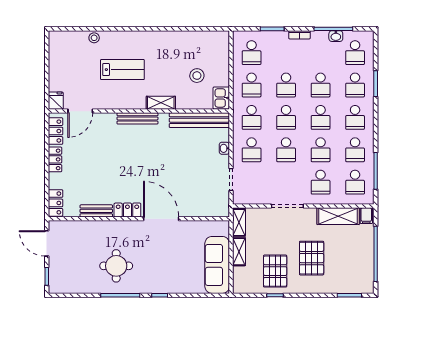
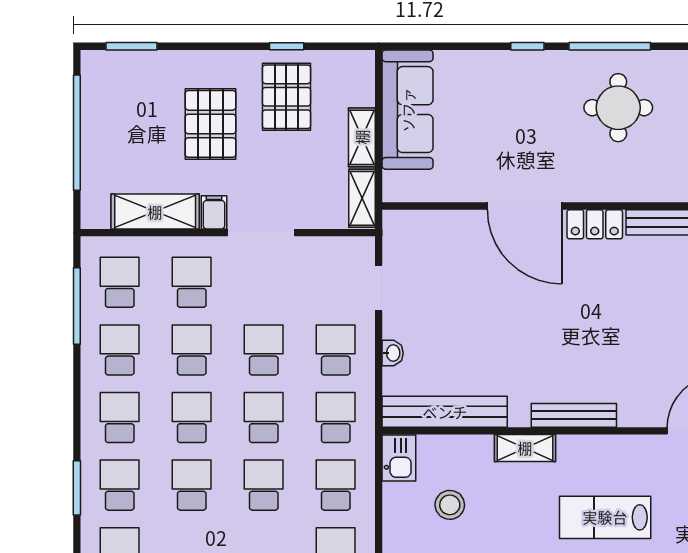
filing cabinet: (366, 216) -> (214, 212), moved

